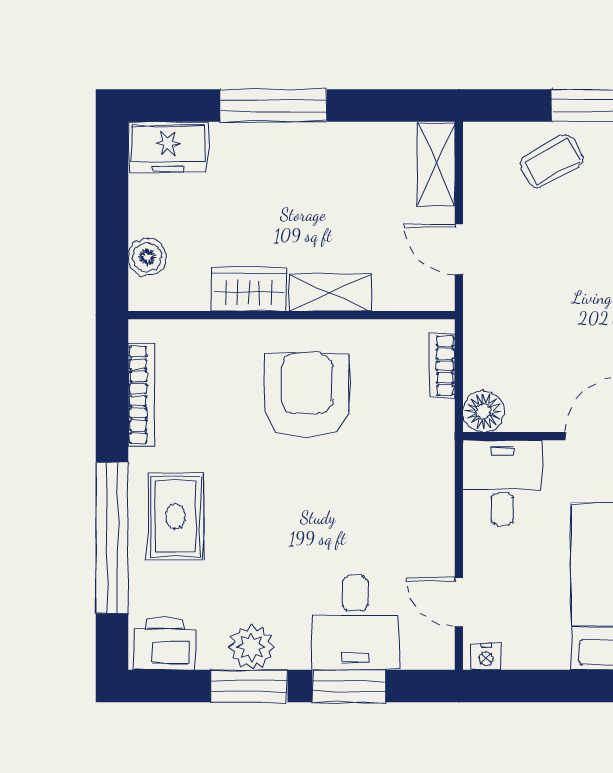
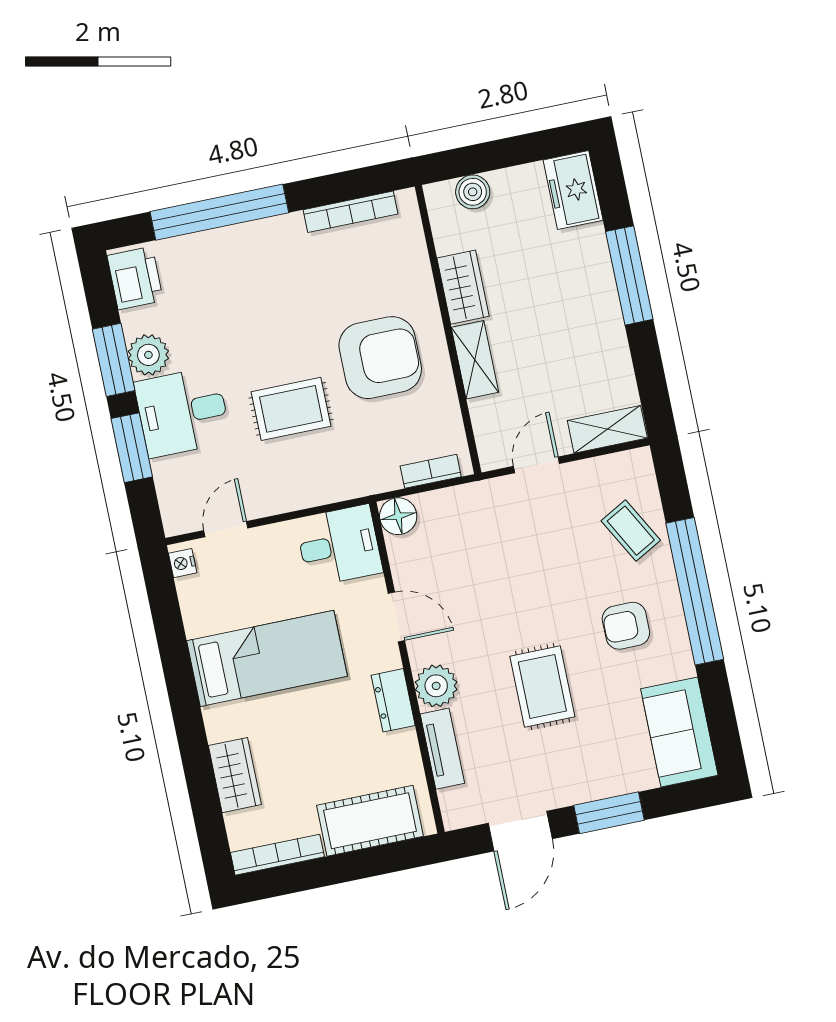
rug: (175, 517) -> (291, 409), moved
desk: (355, 623) -> (183, 412), moved

